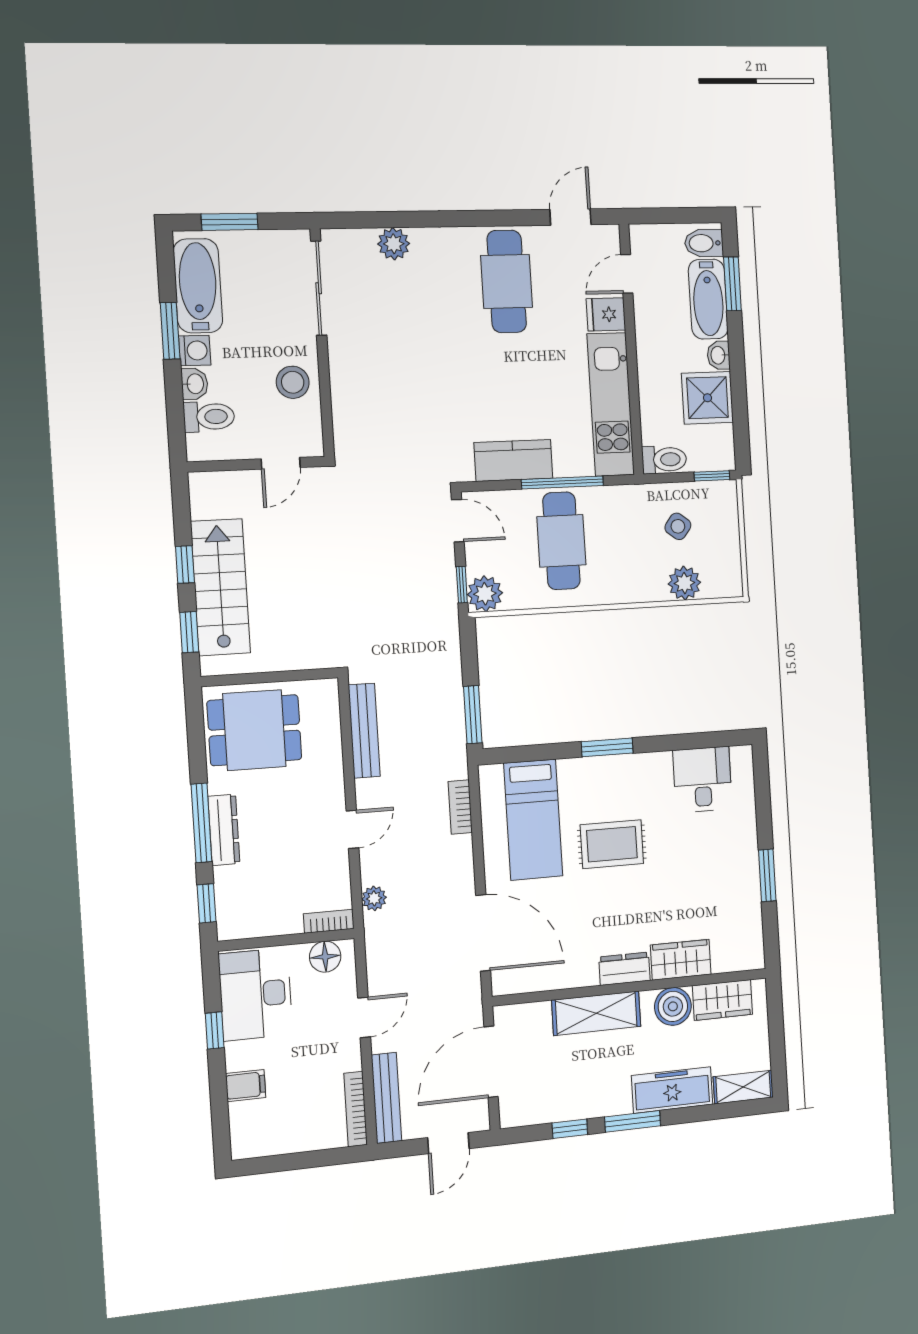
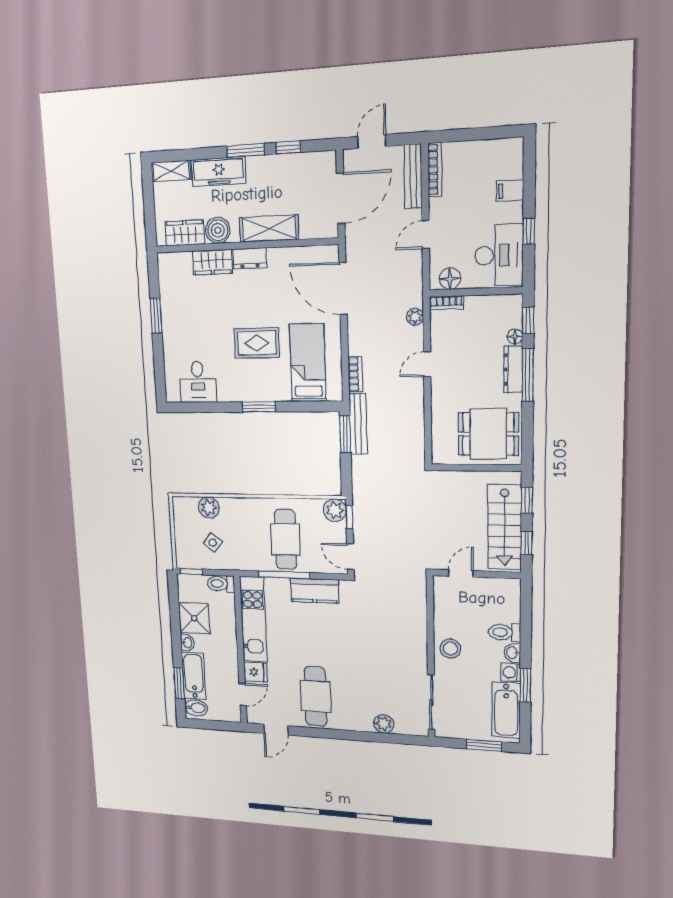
door: (281, 463) -> (461, 573), moved
wall: (256, 464) -> (476, 574), moved
bench: (364, 731) -> (358, 424), moved
floor lamp: (224, 879) -> (515, 337), added

